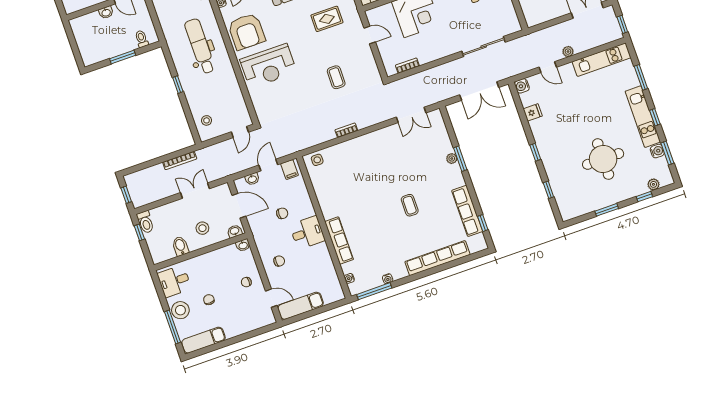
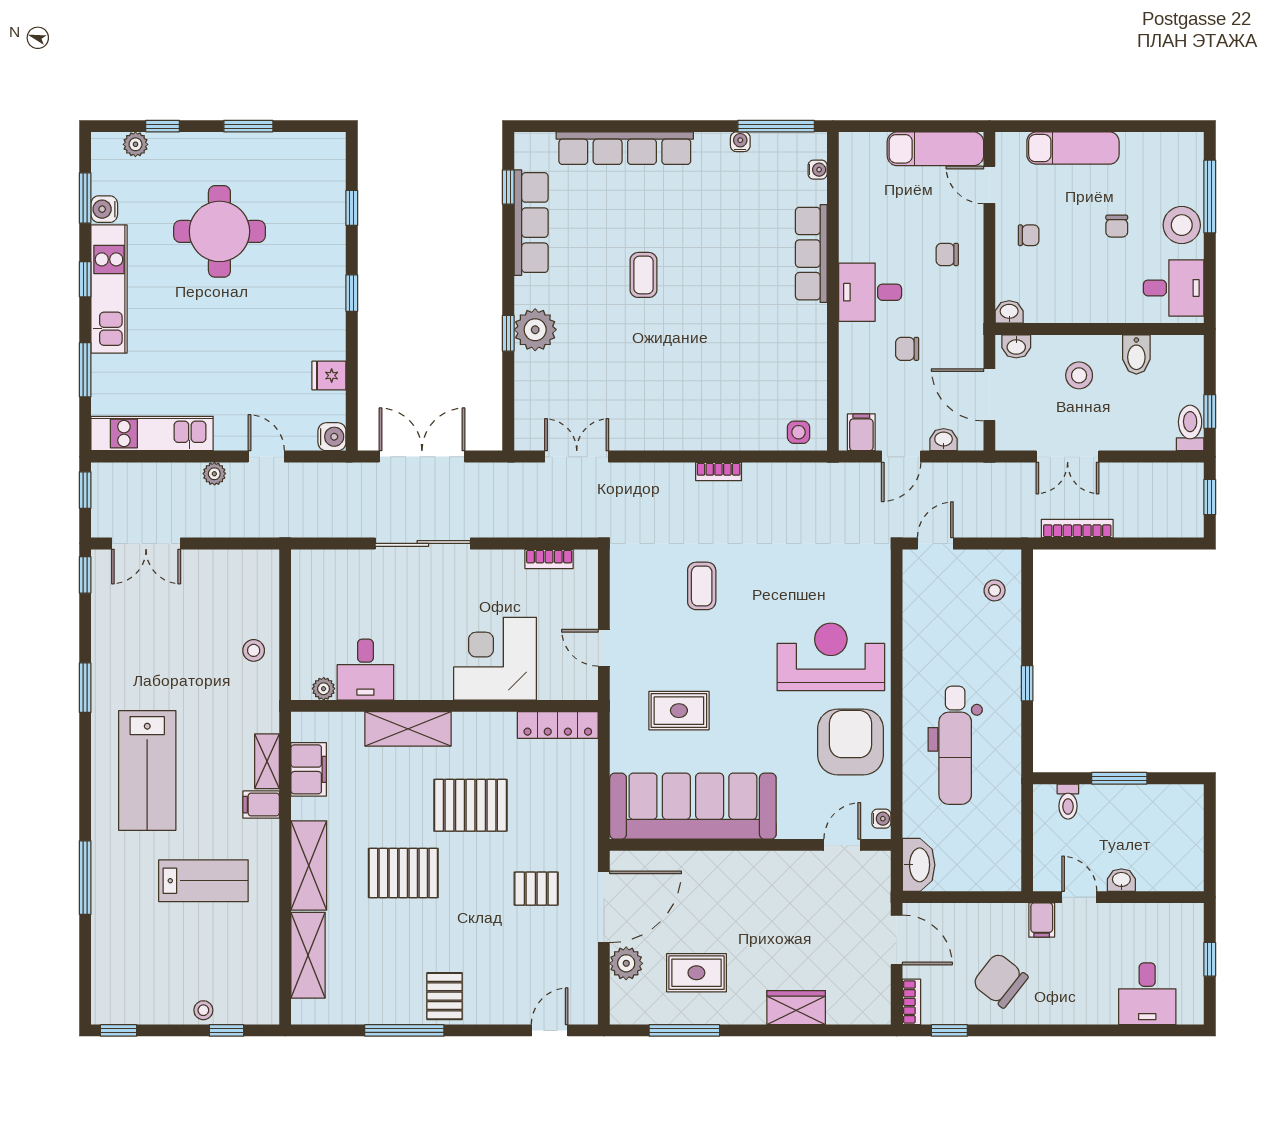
sliding door: (484, 47) -> (423, 543), moved
plant: (452, 159) -> (535, 330), width x1.87, depth x1.87
window: (460, 159) -> (508, 333), width x0.67
exam couch: (204, 340) -> (1073, 148), moved

